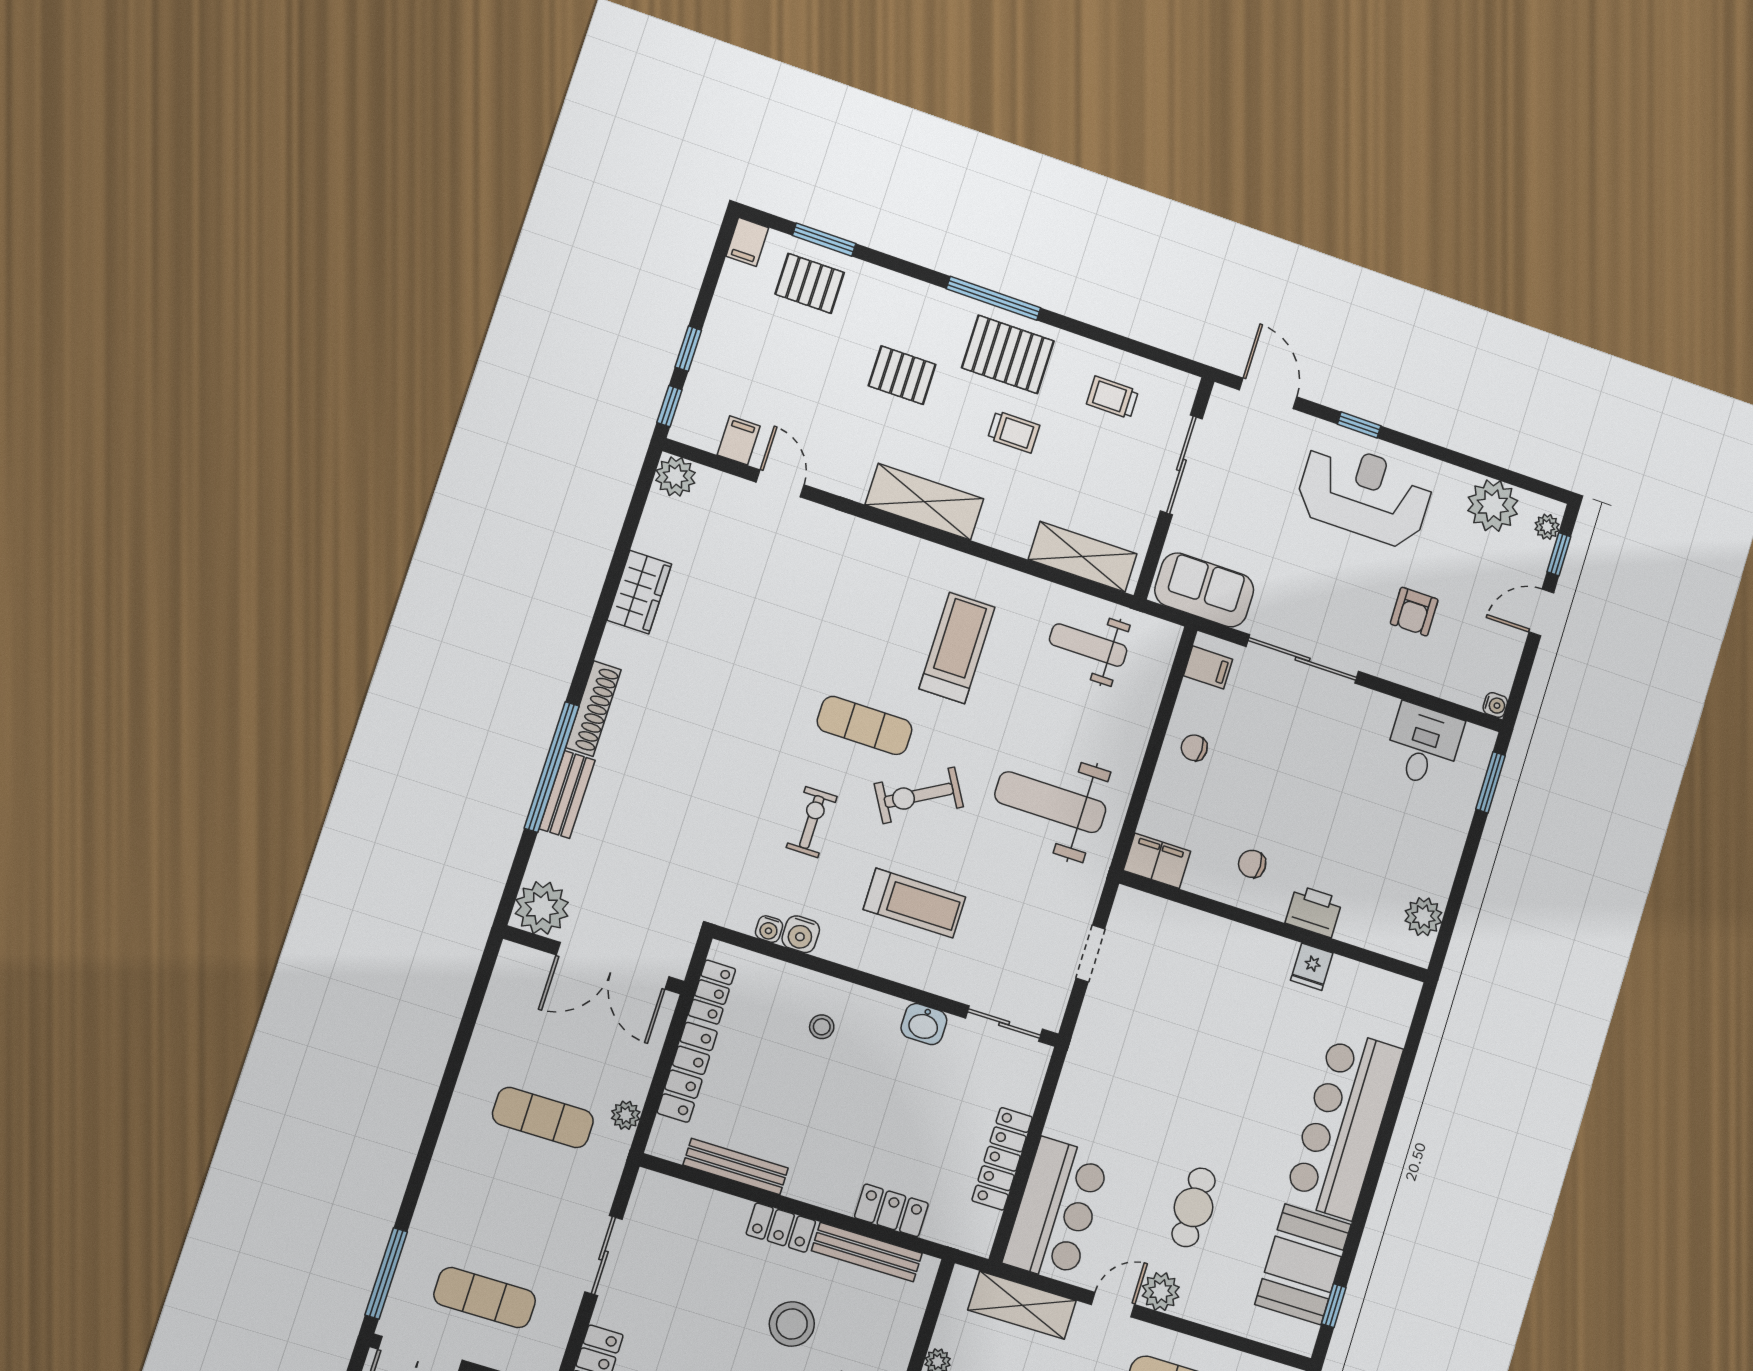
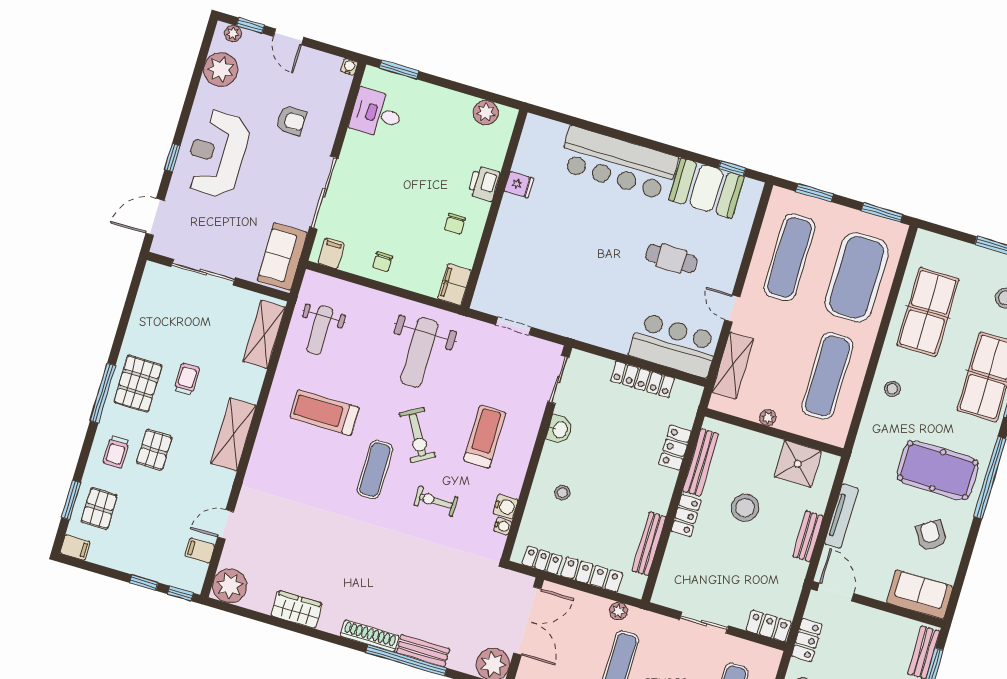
trolley: (1112, 397) -> (116, 452), moved
plant: (675, 477) -> (230, 586), width x1.36, depth x1.36
plant: (1161, 1292) -> (724, 279), removed

